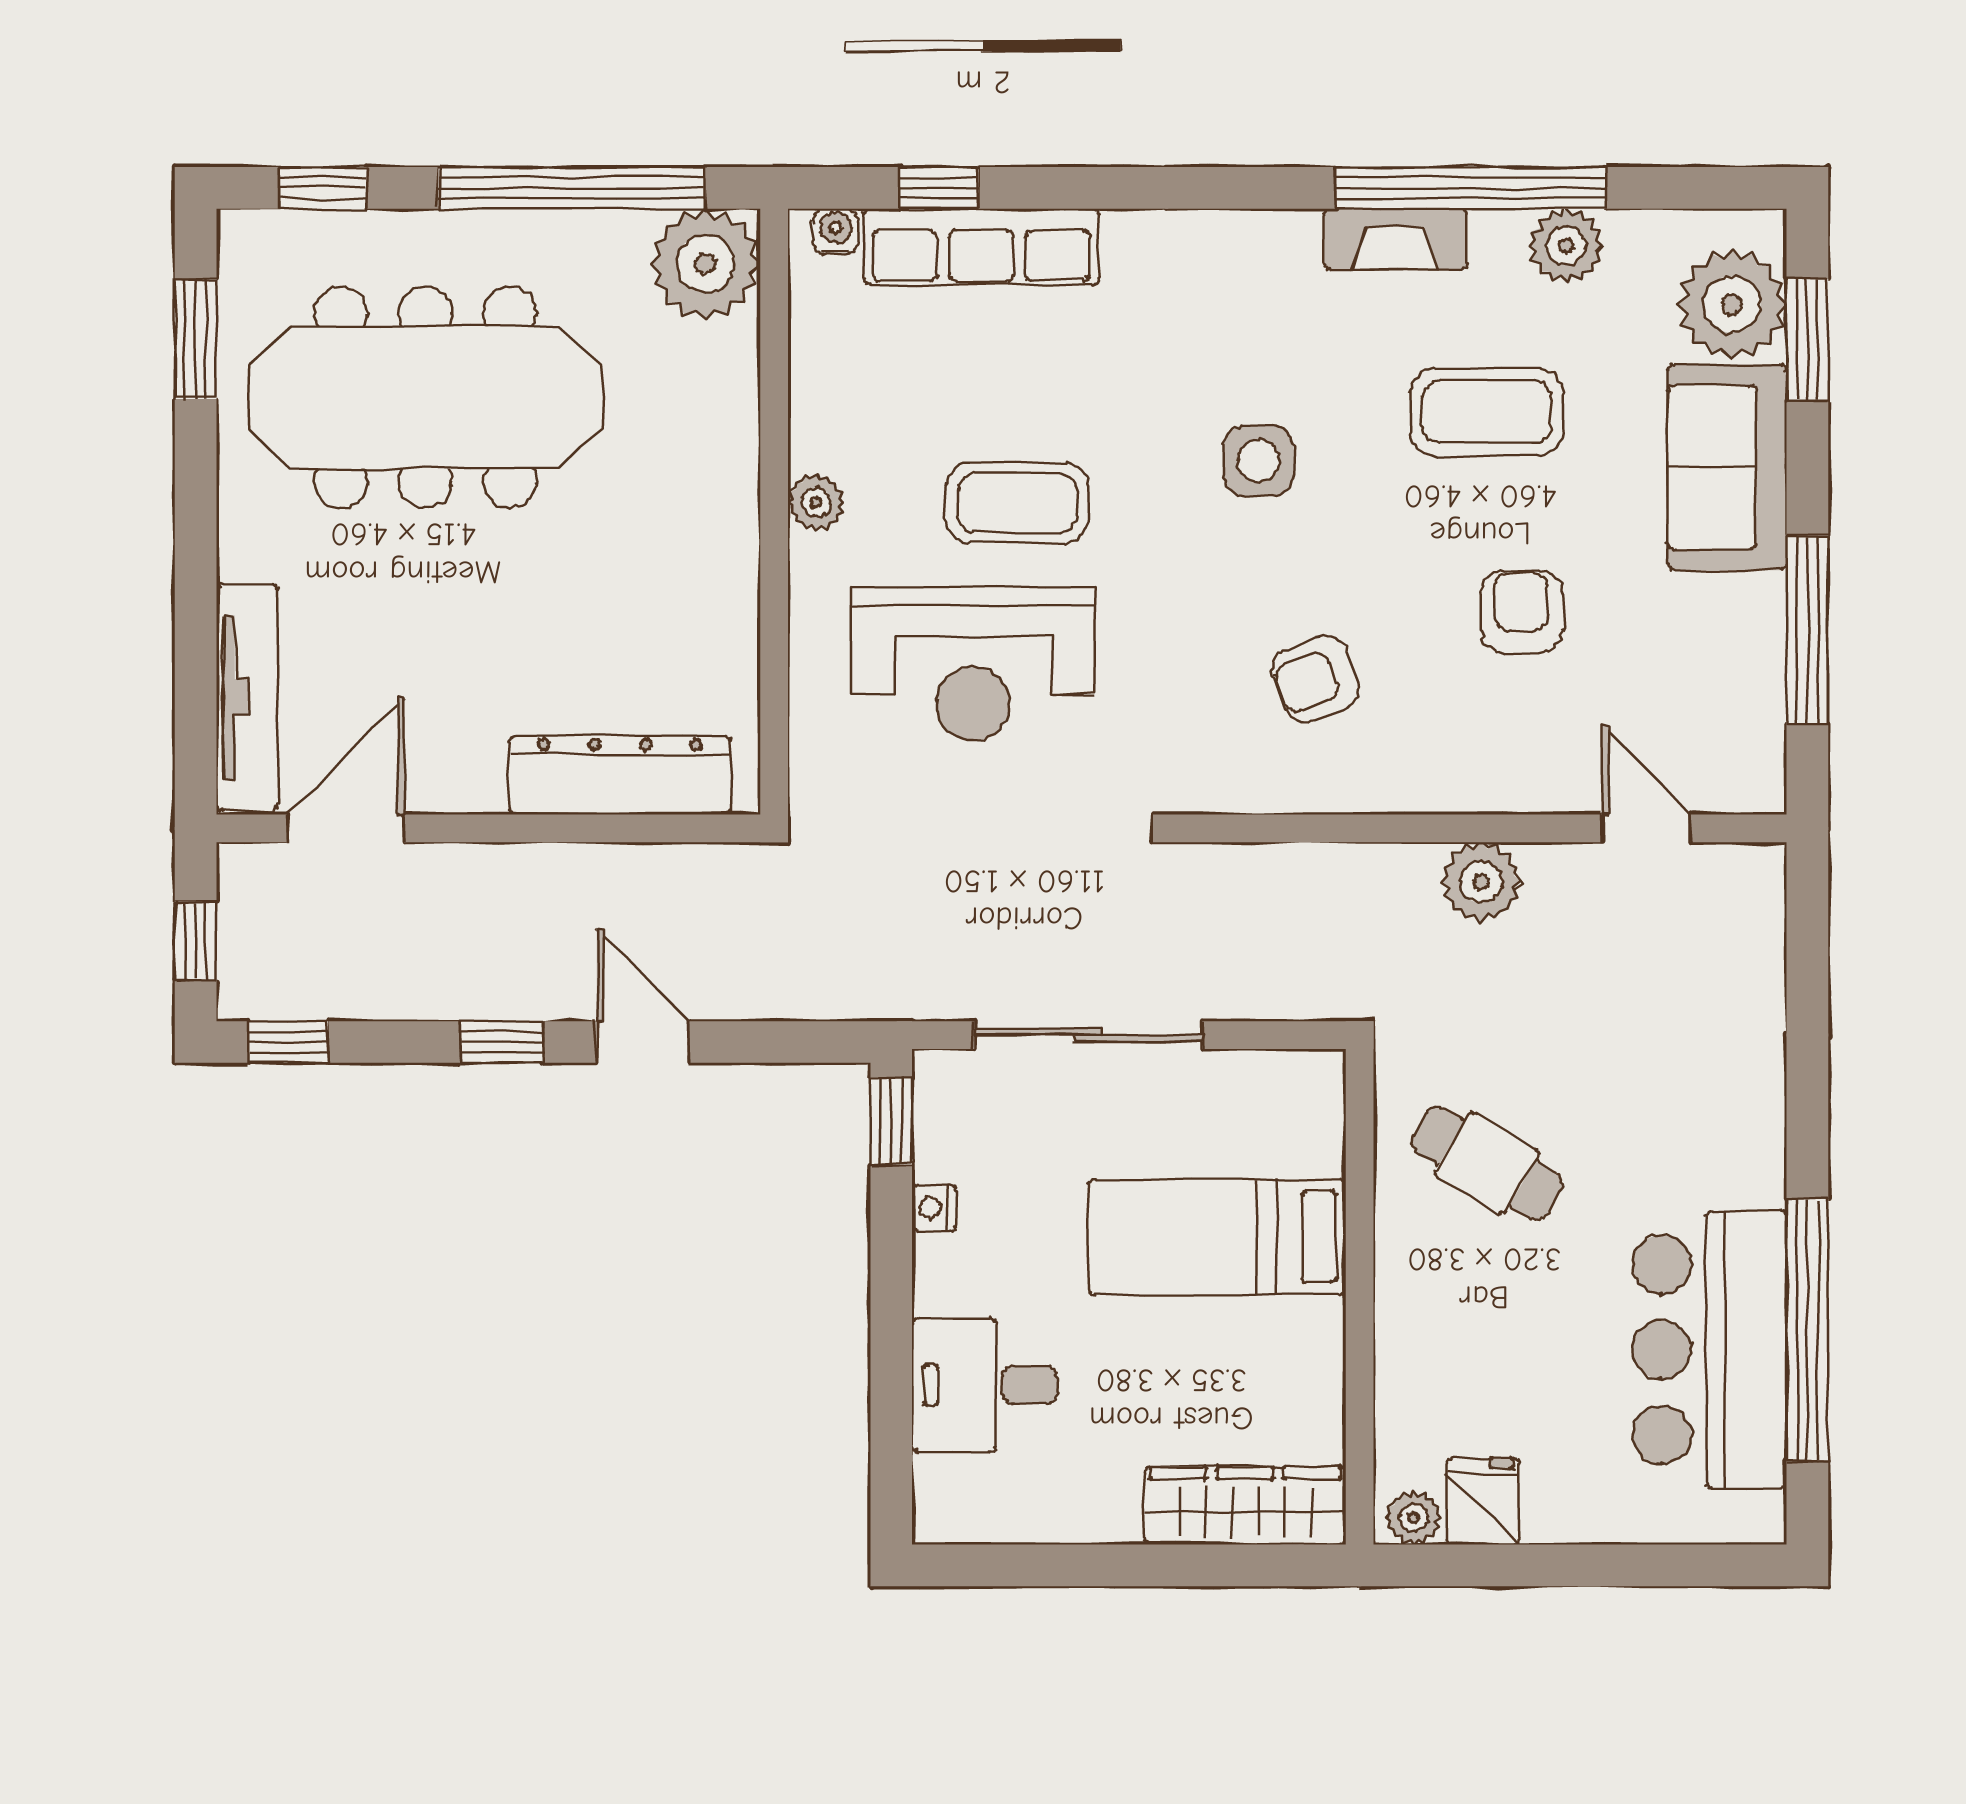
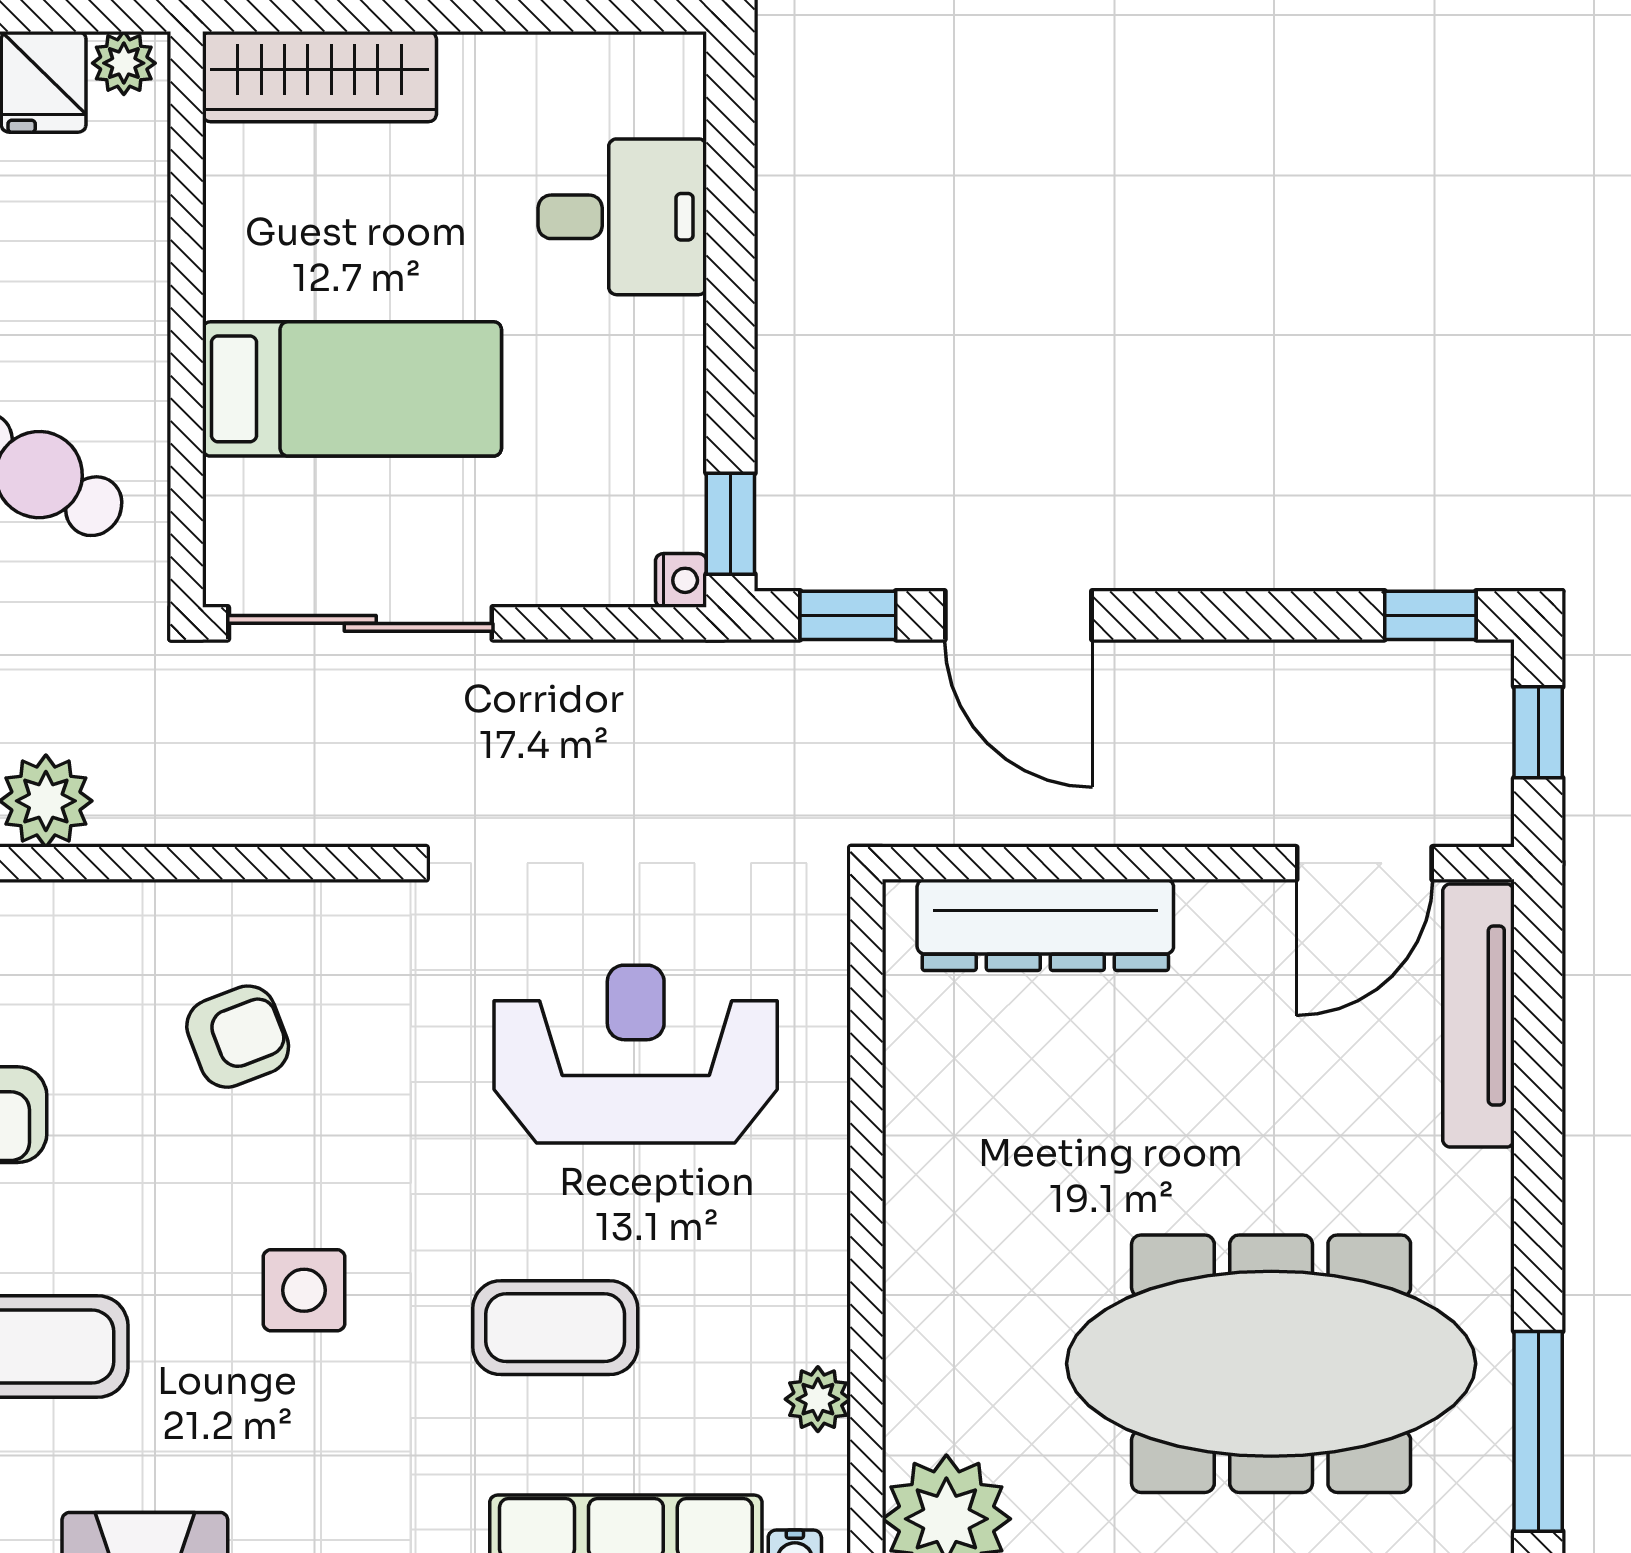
window: (196, 339) -> (1538, 1431), width x1.44
plant: (816, 502) -> (818, 1399), moved
coffee table: (1017, 503) -> (555, 1328), moved
sliding door: (1088, 1035) -> (360, 623), moved
window: (502, 1042) -> (848, 615), moved
door: (643, 1042) -> (1018, 615), width x1.38
nightstand: (934, 1208) -> (681, 580), moved

